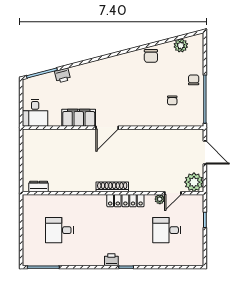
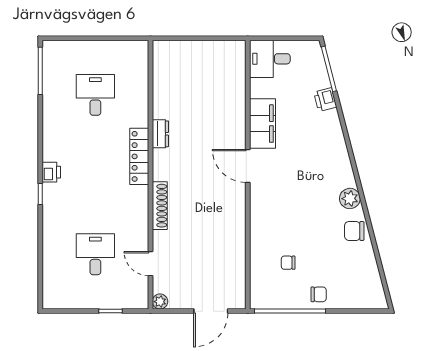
plant: (181, 45) -> (350, 198), moved
plant: (194, 182) -> (160, 302), width x0.53, depth x0.53
dresser: (39, 186) -> (160, 134), moved
shoe rack: (112, 187) -> (160, 206), moved
plant: (160, 199) -> (141, 244), removed
locker: (125, 201) -> (139, 156), moved

